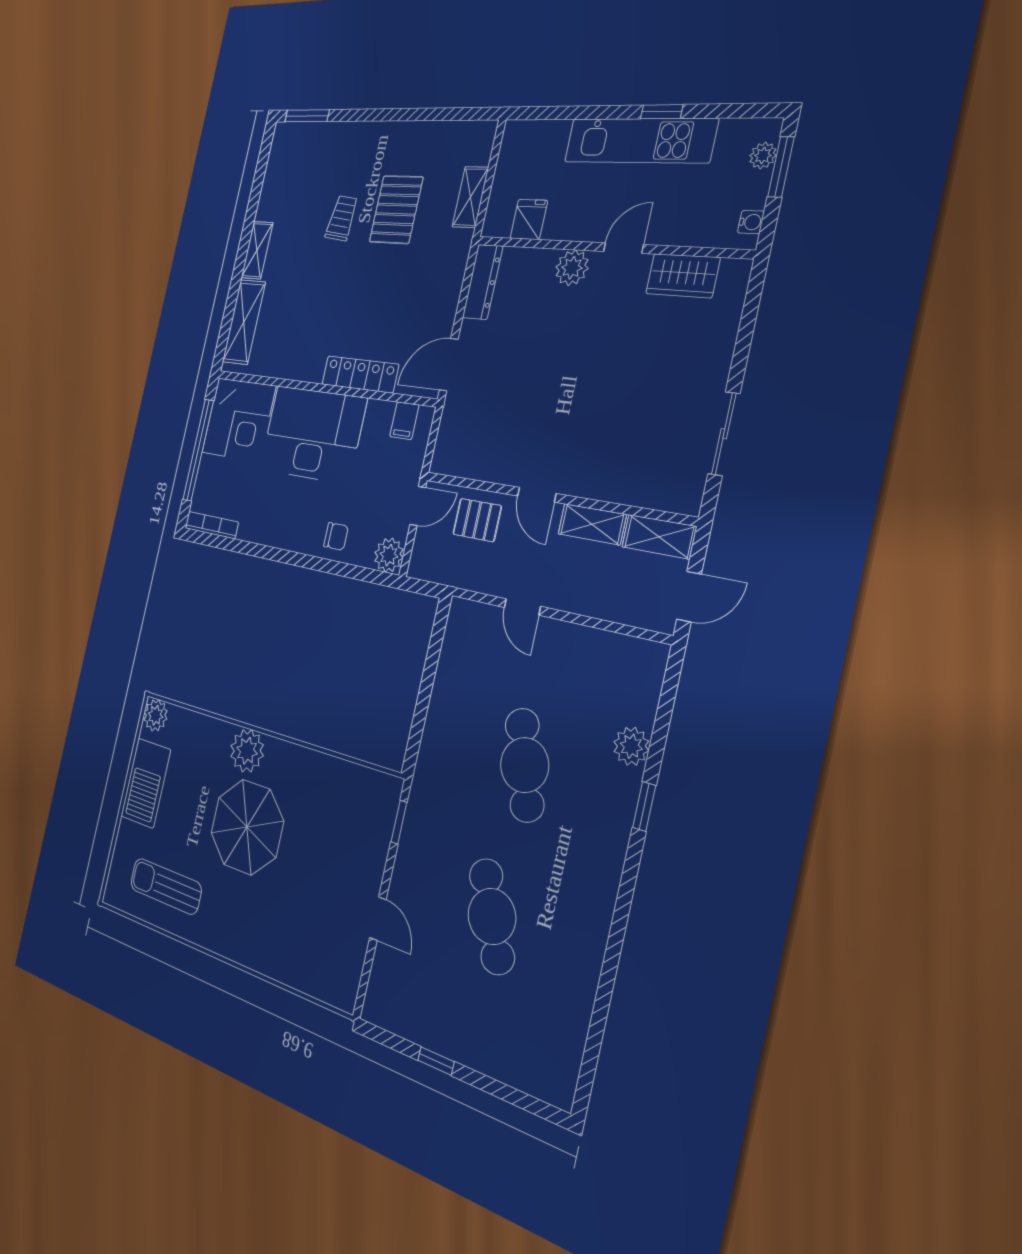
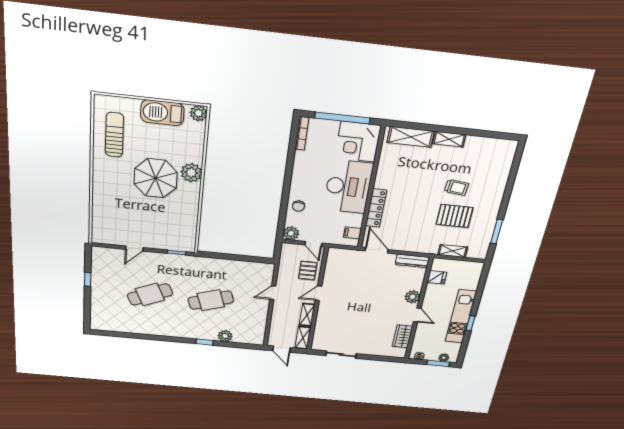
window: (307, 116) -> (497, 231), moved

